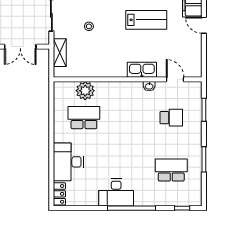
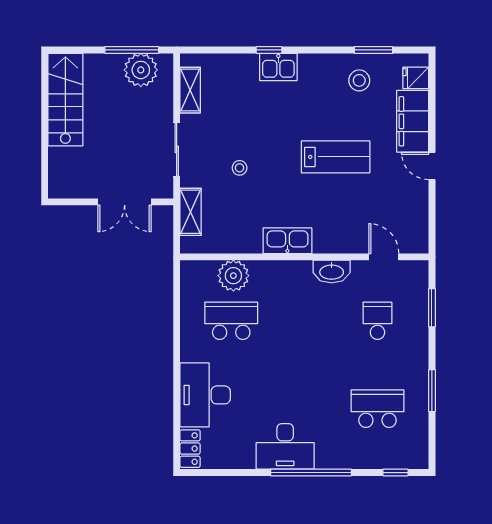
kitchen sink: (142, 70) -> (287, 241), moved
washbasin: (149, 86) -> (332, 271), width x1.91, depth x1.45
school desk: (171, 118) -> (377, 321), turned -90

